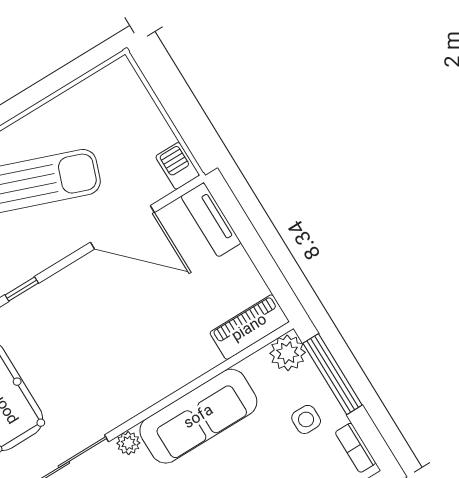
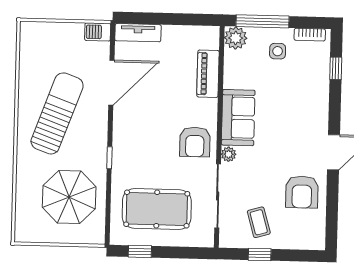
piano: (249, 327) -> (208, 74), moved
armchair: (116, 388) -> (195, 142), added
sofa: (198, 416) -> (238, 118), width x0.73

